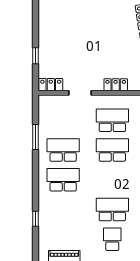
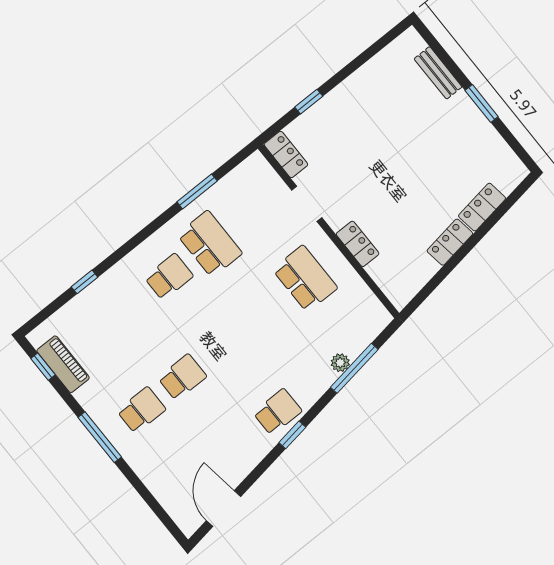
school desk: (112, 150) -> (264, 311), removed
school desk: (63, 180) -> (169, 277), width x0.54
school desk: (112, 209) -> (182, 377), width x0.54

